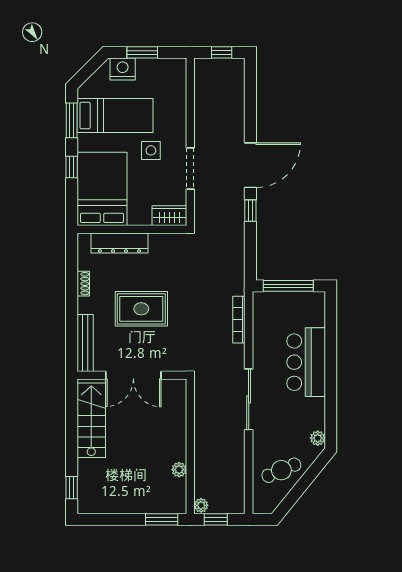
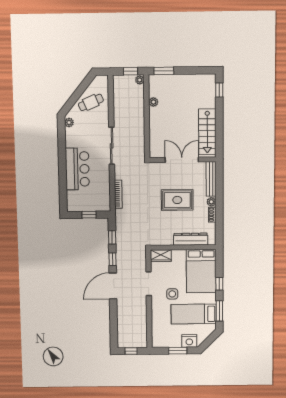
window: (250, 248) -> (112, 237), added
window: (288, 286) -> (89, 215), width x0.46
plant: (85, 305) -> (211, 202), added

